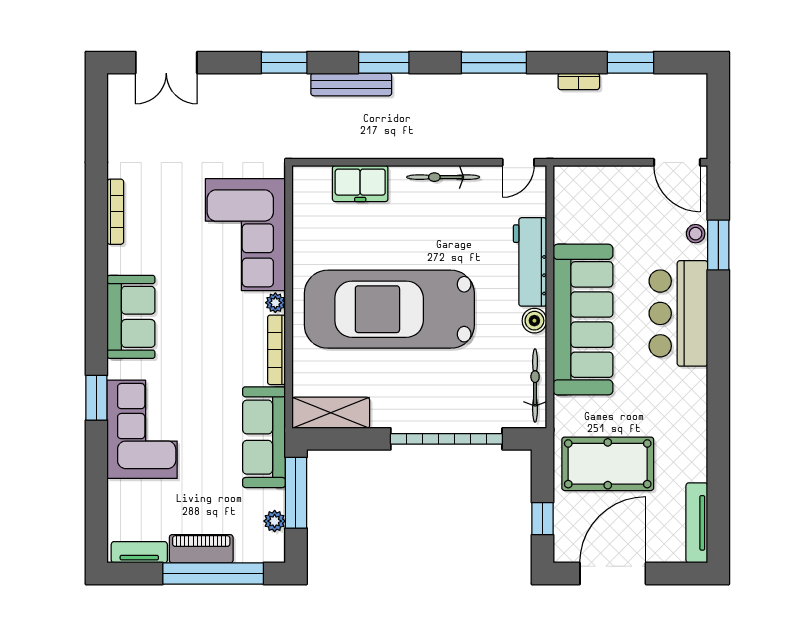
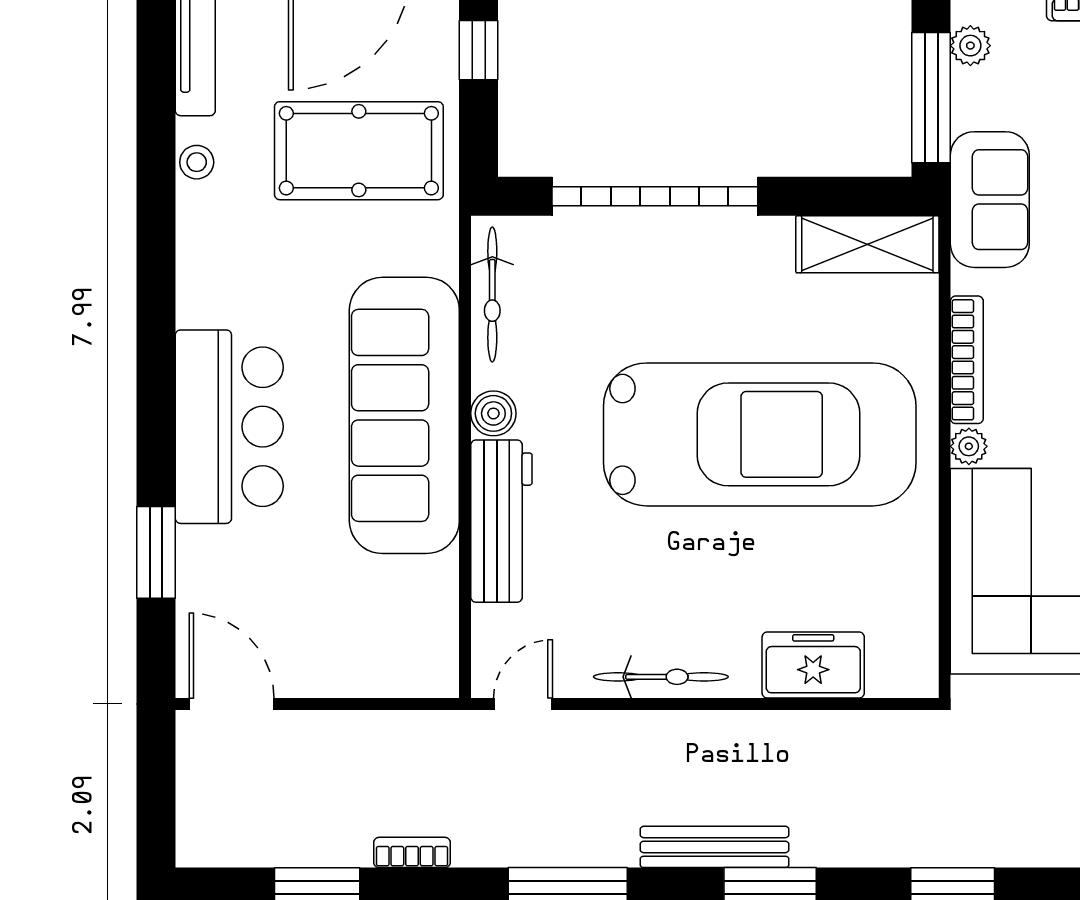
bench: (351, 84) -> (715, 847), moved
stool: (696, 234) -> (197, 162), moved
sofa: (264, 437) -> (990, 200), width x0.73

